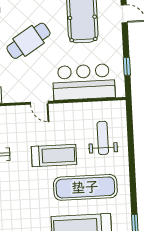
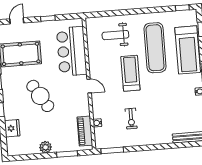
window: (127, 66) -> (48, 18), moved
door: (39, 103) -> (89, 86), hinge flipped

